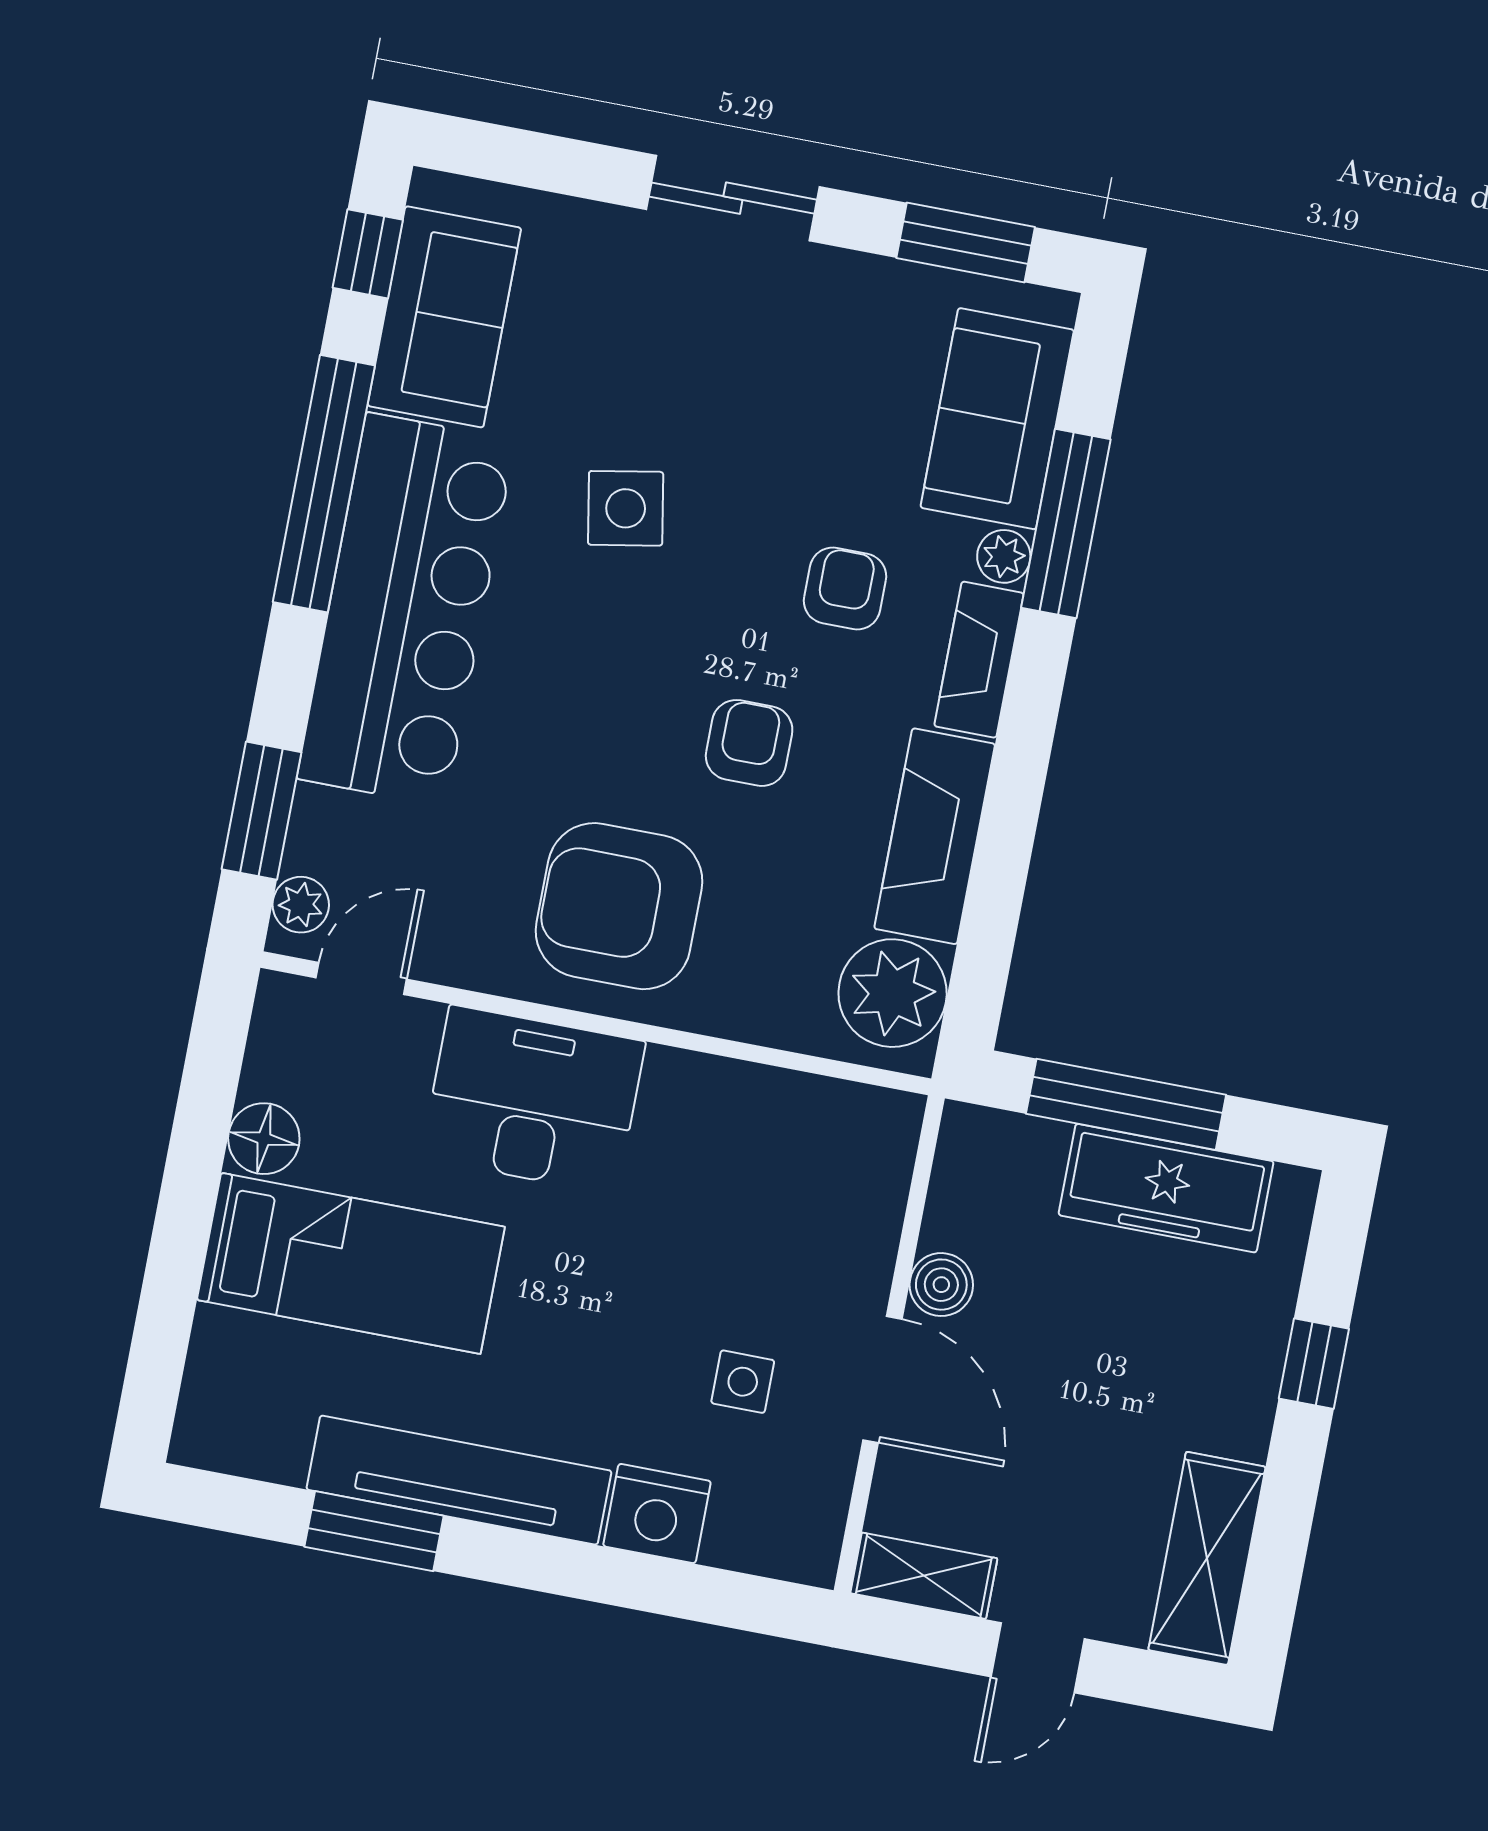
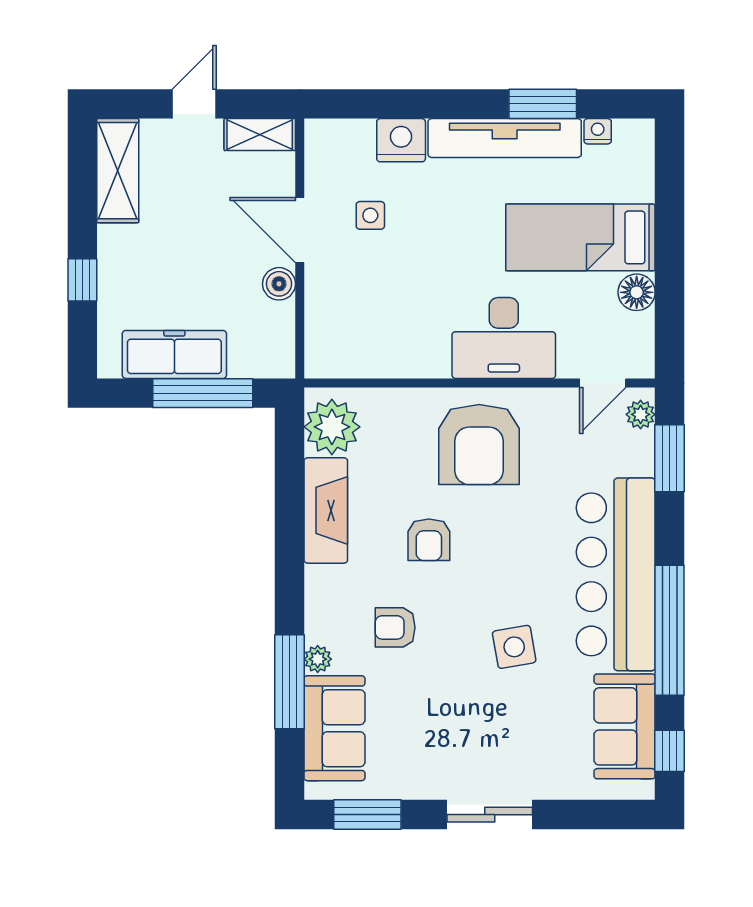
armchair: (845, 589) -> (395, 627), turned 90
fireplace: (979, 660) -> (320, 604), removed
armchair: (619, 906) -> (479, 445), turned 90
nightstand: (280, 1459) -> (598, 131), added

